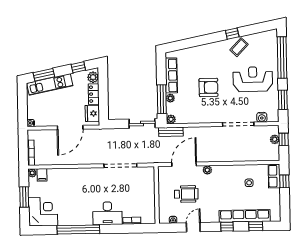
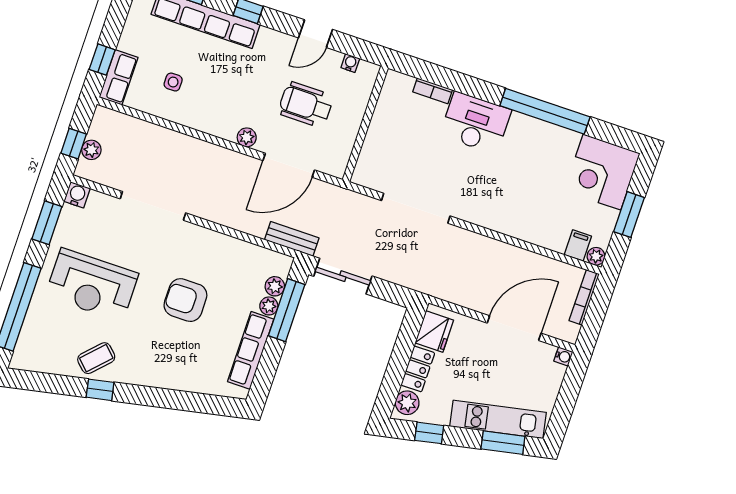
water cooler: (262, 117) -> (77, 195), moved
plant: (171, 119) -> (275, 286), moved
door: (70, 128) -> (514, 328), moved

